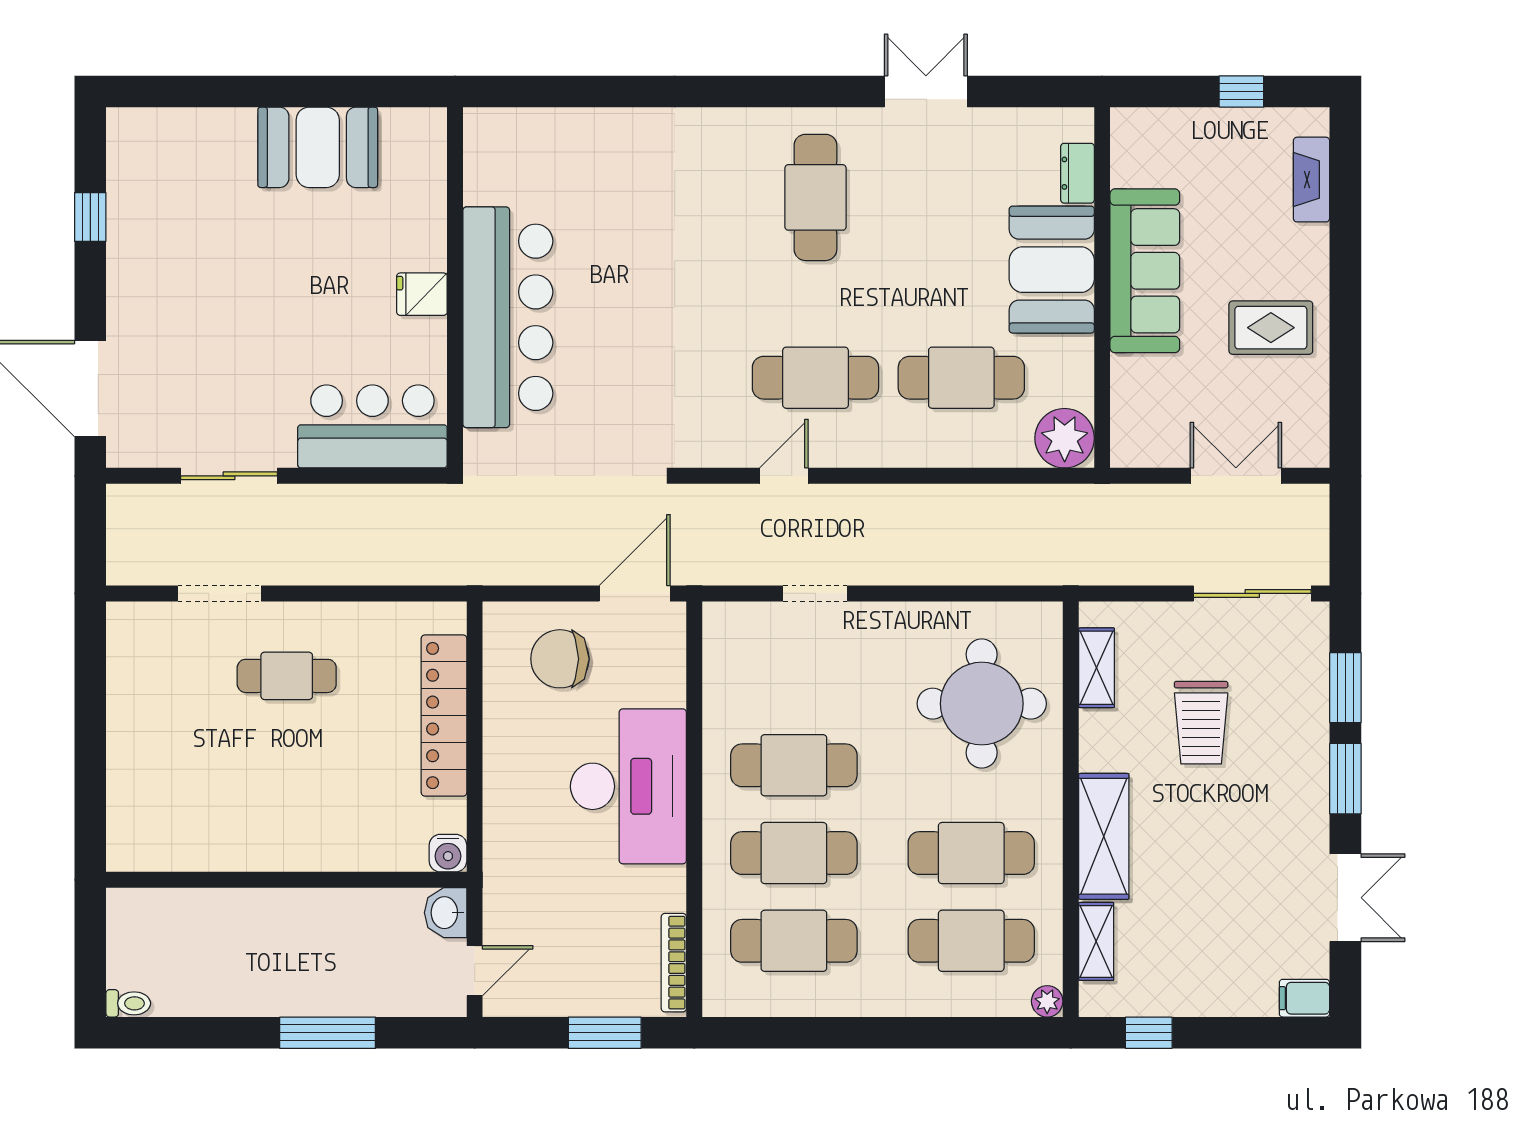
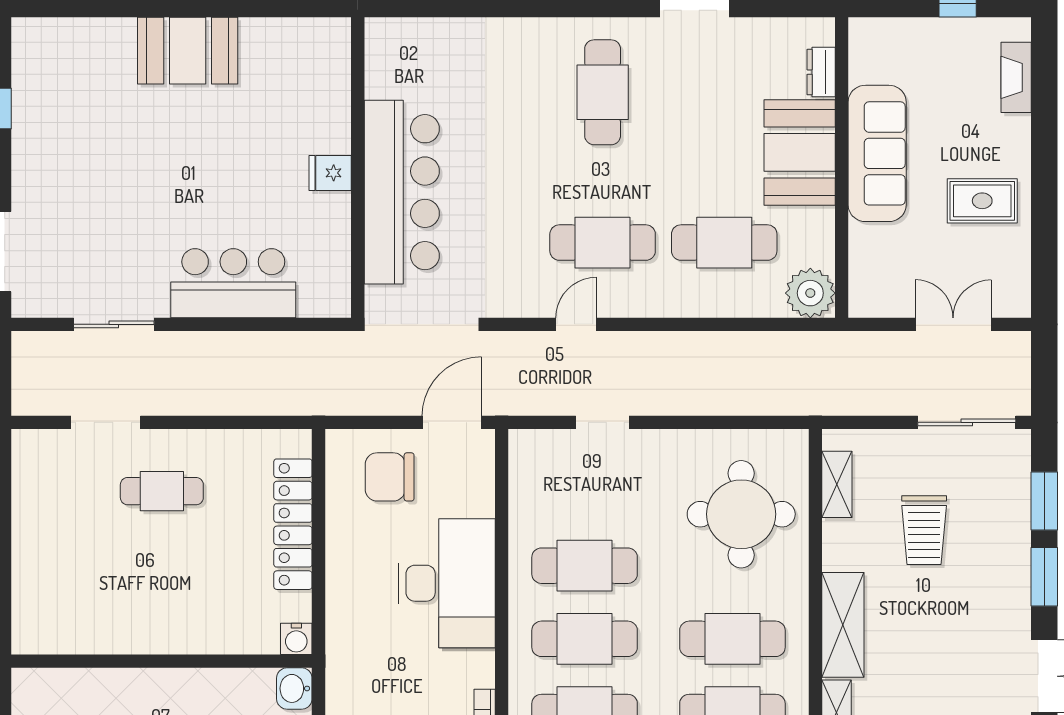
wall: (455, 288) -> (358, 167), moved
fridge: (422, 294) -> (330, 173), moved
bar counter: (508, 317) -> (402, 192), moved

